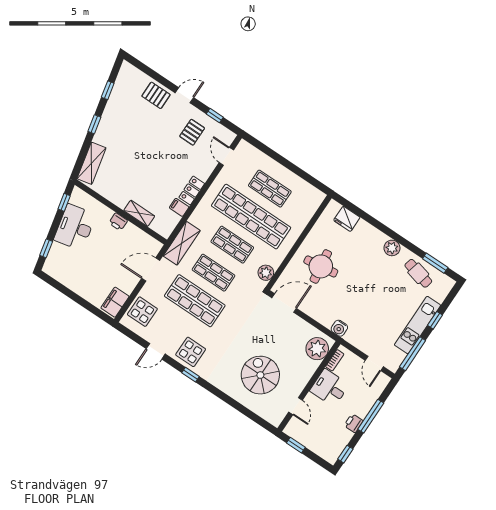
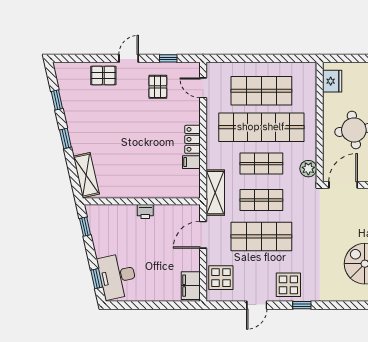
shop shelf: (270, 189) -> (261, 91), width x1.43, depth x1.36
shelving: (139, 213) -> (159, 191), removed
fridge: (347, 219) -> (332, 81), moved, turned -90
desk: (75, 227) -> (117, 276), moved

